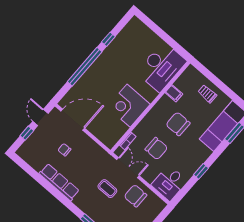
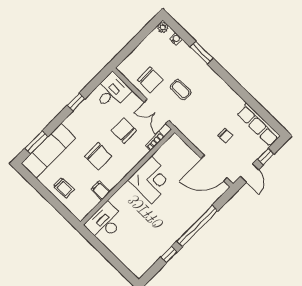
desk: (162, 67) -> (105, 222), width x0.73, depth x0.77
row of seats: (59, 182) -> (258, 125), moved

